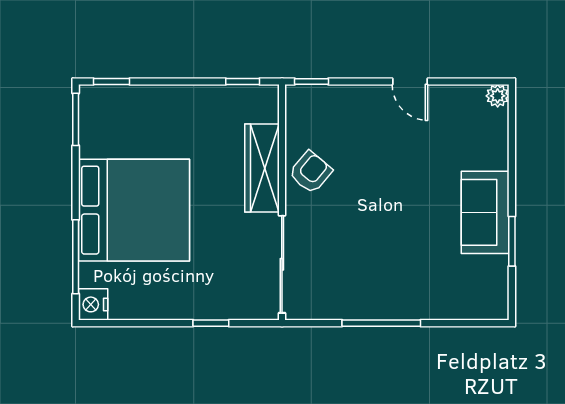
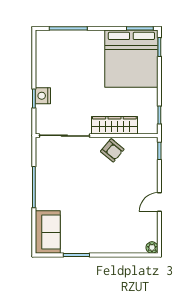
bed: (134, 210) -> (131, 59), moved
sofa: (485, 212) -> (48, 232), moved, turned 90
nightstand: (93, 304) -> (43, 96), moved, turned -90

